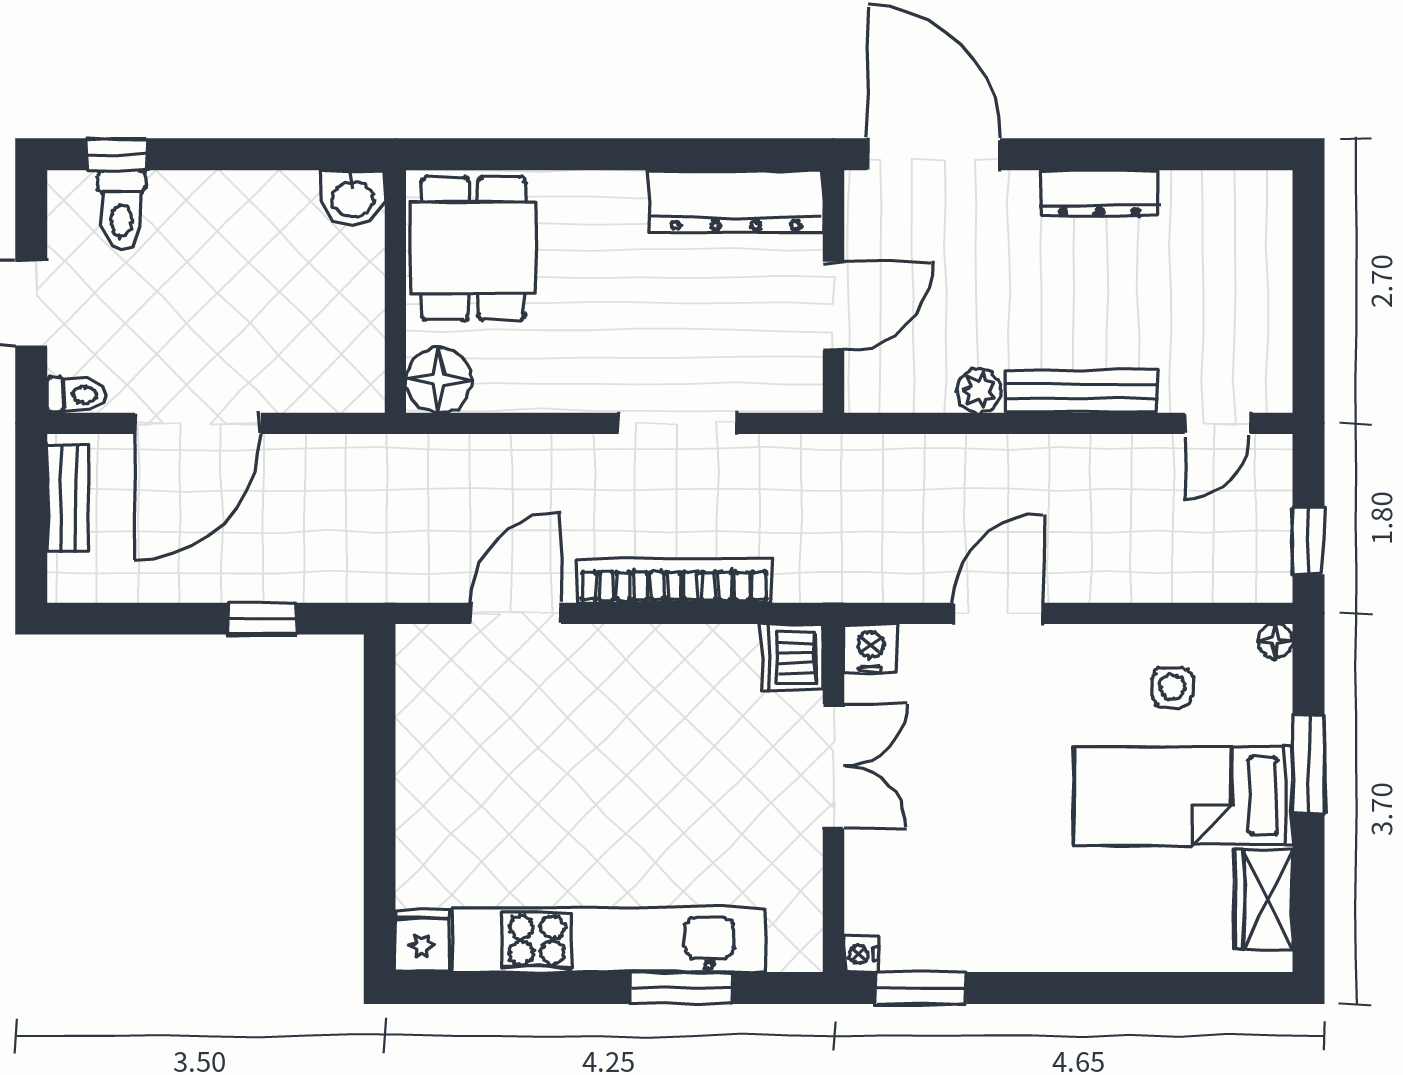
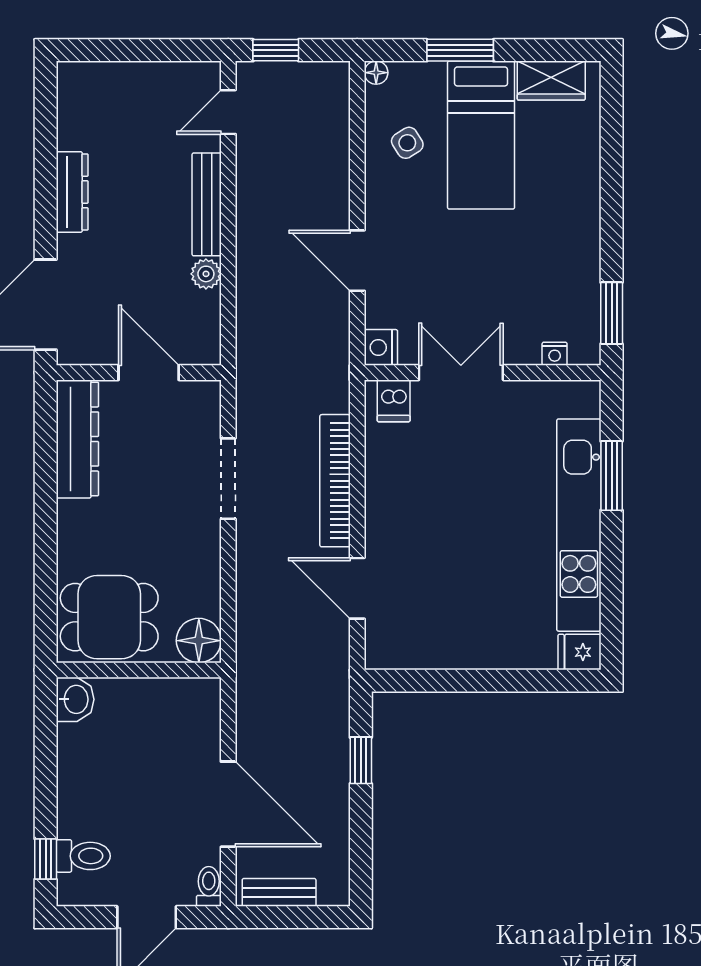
door: (1217, 423) -> (228, 112), swing flipped
window: (1308, 541) -> (276, 50), moved
dishwasher: (792, 658) -> (394, 401), width x0.73
side table: (1172, 687) -> (407, 143), turned -32
nightstand: (861, 954) -> (555, 354), moved

